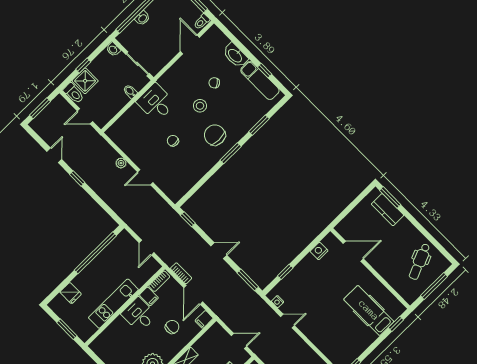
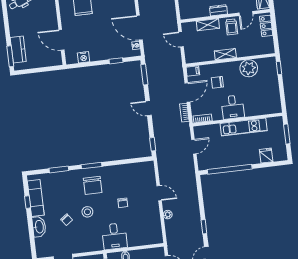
filing cabinet: (149, 296) -> (217, 114), removed
door: (288, 321) -> (139, 28), width x1.87

